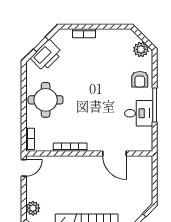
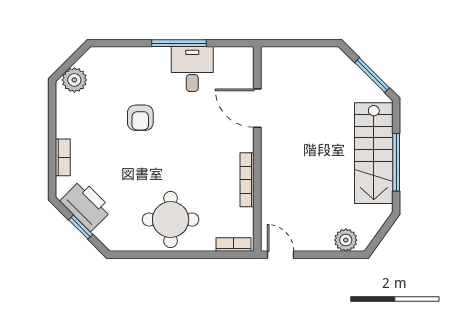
plant: (141, 49) -> (74, 80), moved
printer: (46, 55) -> (86, 205), moved
armchair: (140, 79) -> (140, 118), moved, turned 90
door: (114, 153) -> (257, 108), swing flipped

